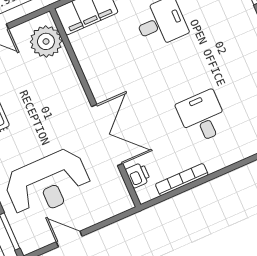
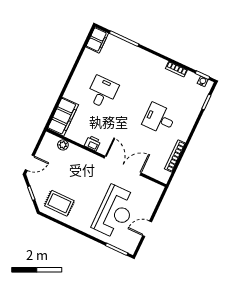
plant: (46, 41) -> (63, 145), width x0.53, depth x0.53
printer: (138, 175) -> (92, 143), moved

